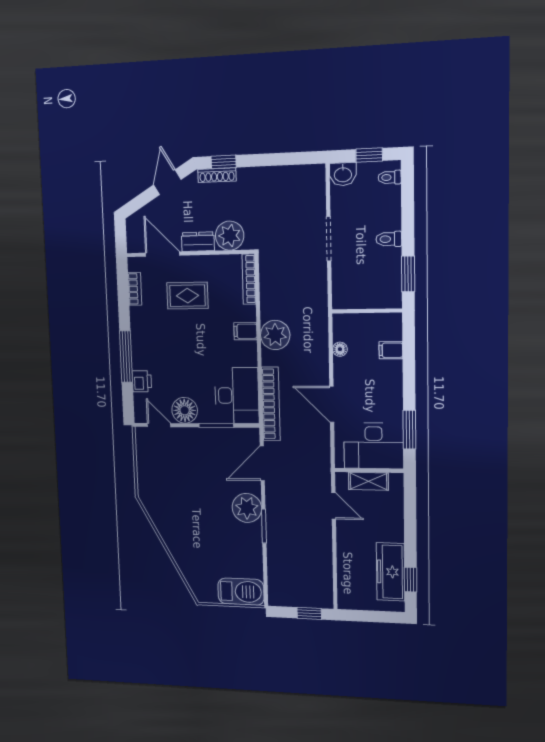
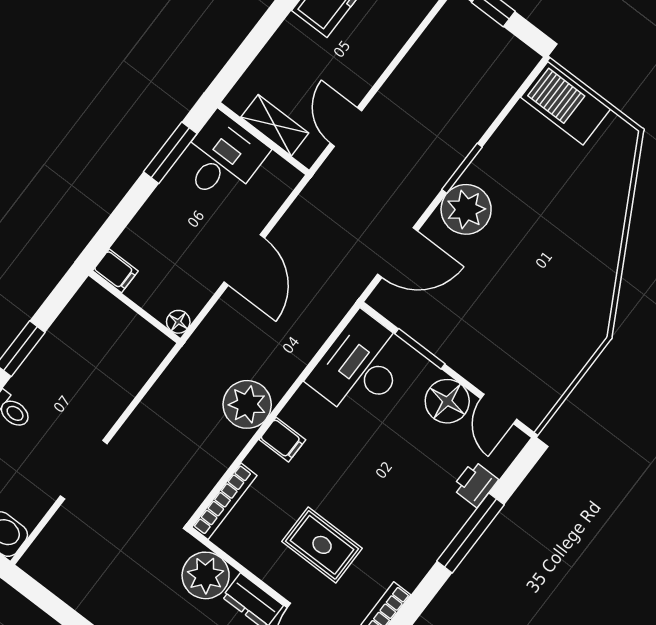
wall: (367, 311) -> (134, 307), moved
bookcase: (271, 404) -> (324, 321), removed
desk: (374, 446) -> (222, 158), width x0.73

